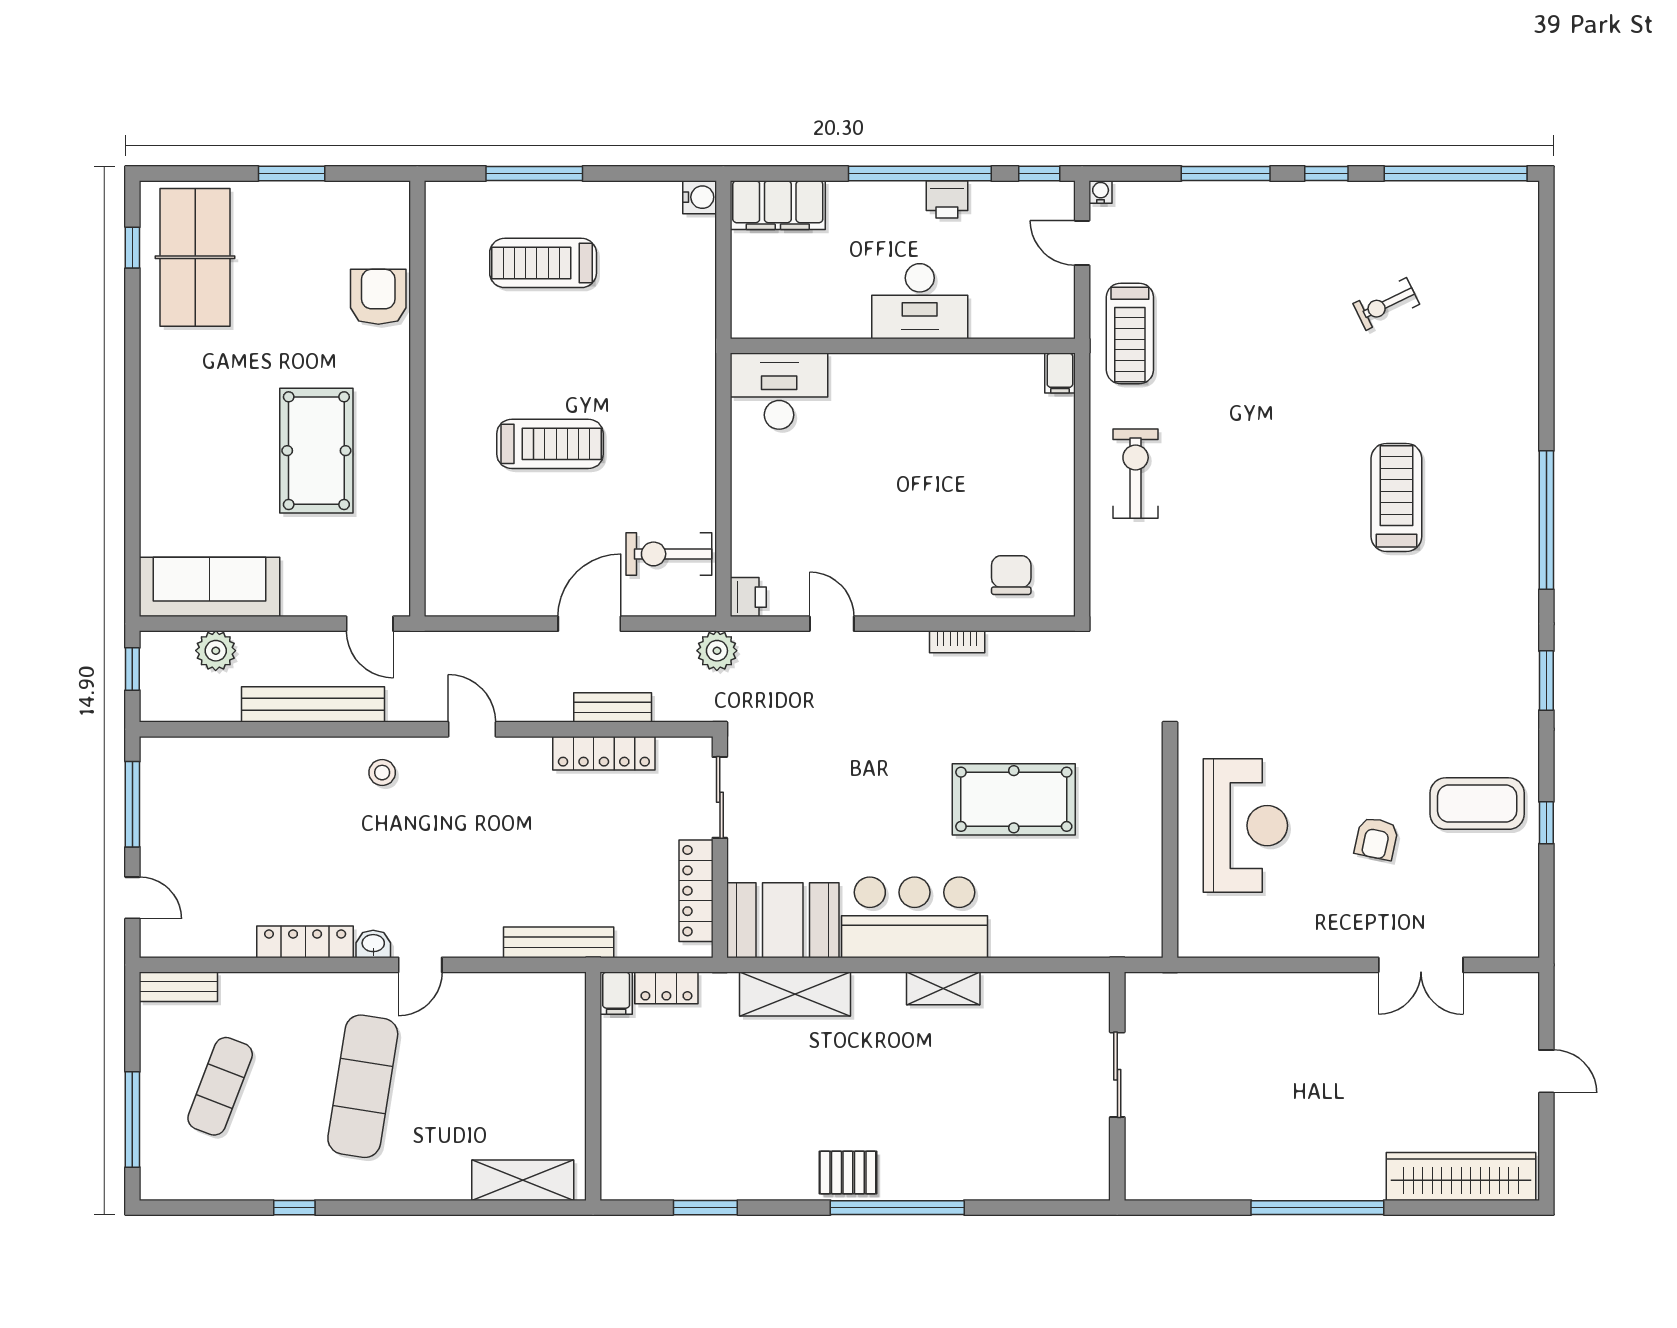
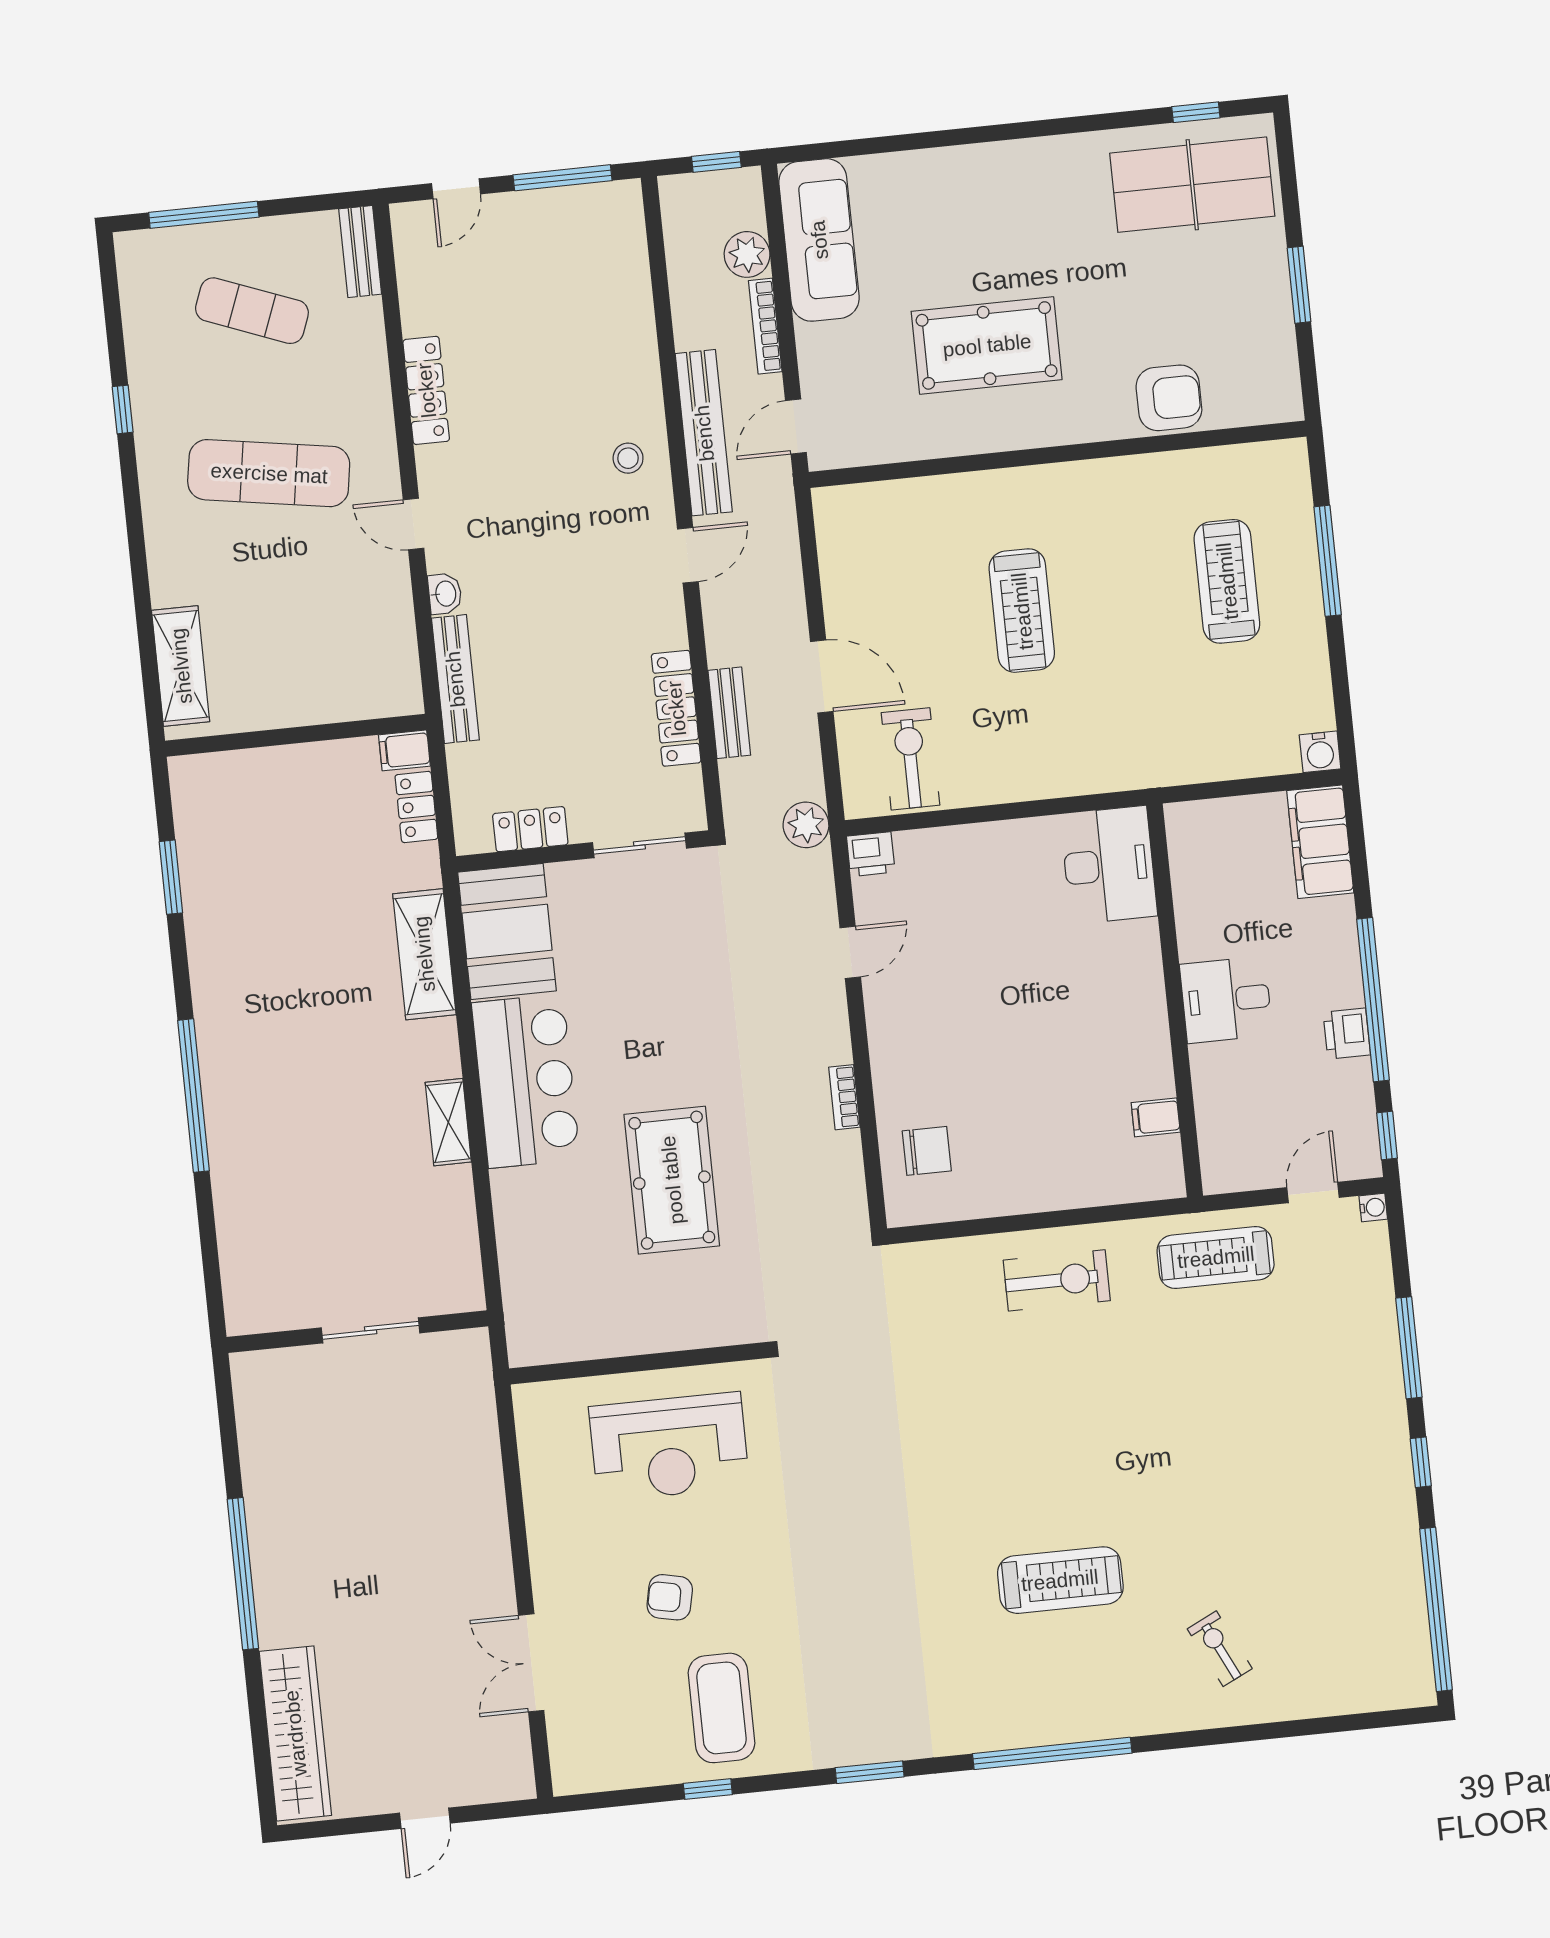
desk: (920, 301) -> (1226, 1000), width x0.73
exercise bike: (1386, 304) -> (1220, 1649), moved
filing cabinet: (1060, 373) -> (1156, 1117), moved
bookcase: (280, 641) -> (765, 326), added
bench: (313, 704) -> (704, 433), moved
locker: (696, 891) -> (530, 829), width x0.66
washbasin: (373, 944) -> (445, 594), moved
pallet: (848, 1172) -> (228, 1035), removed

